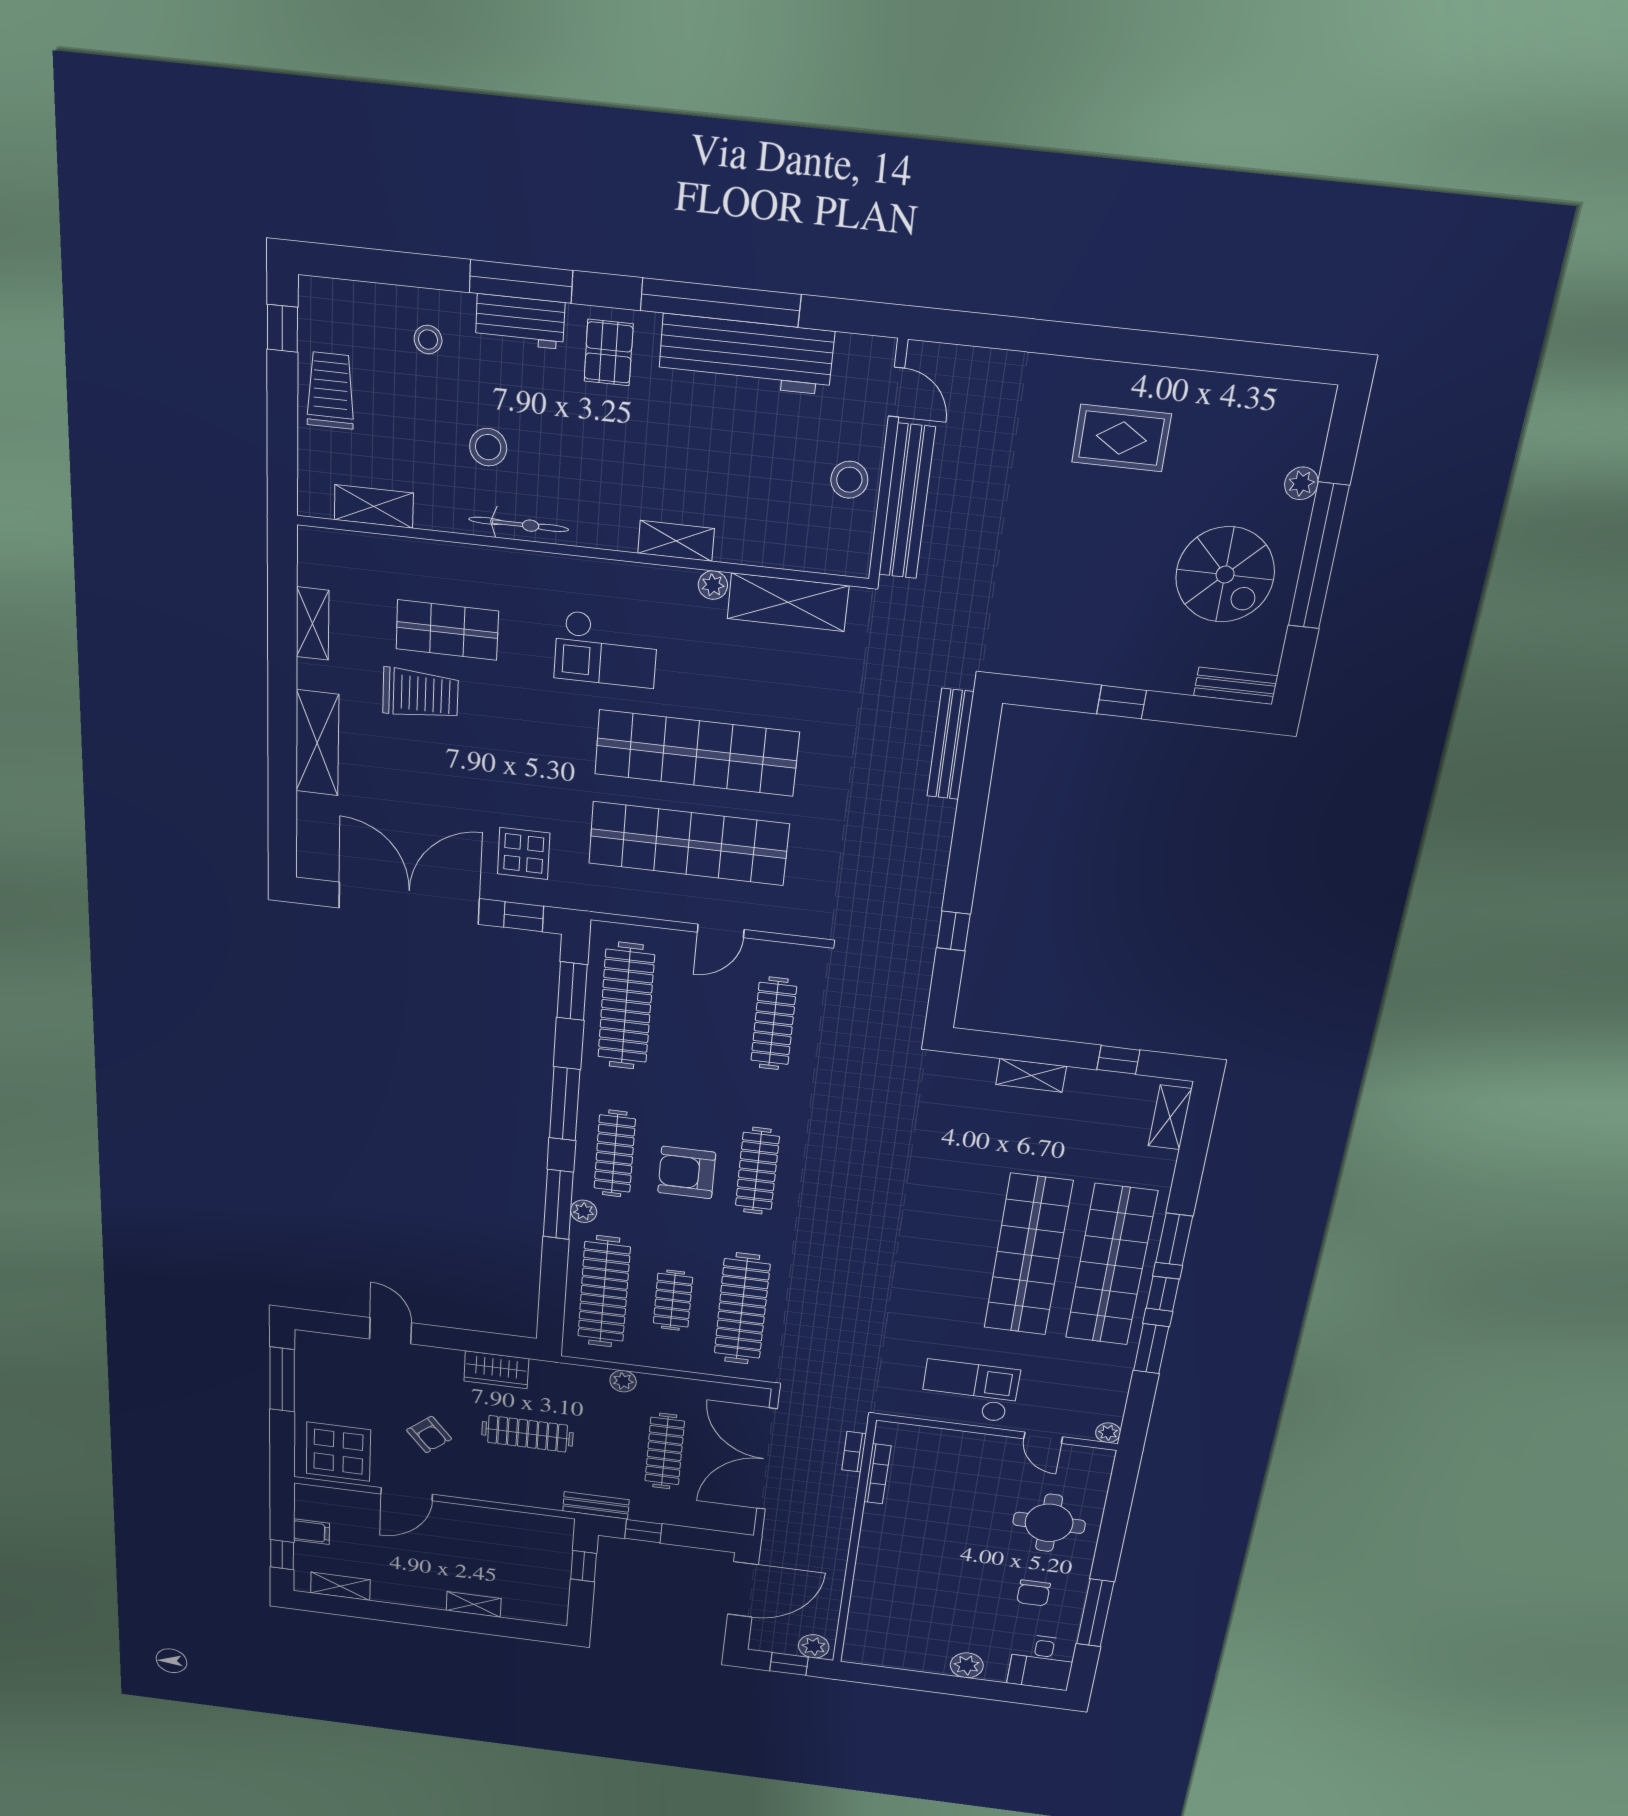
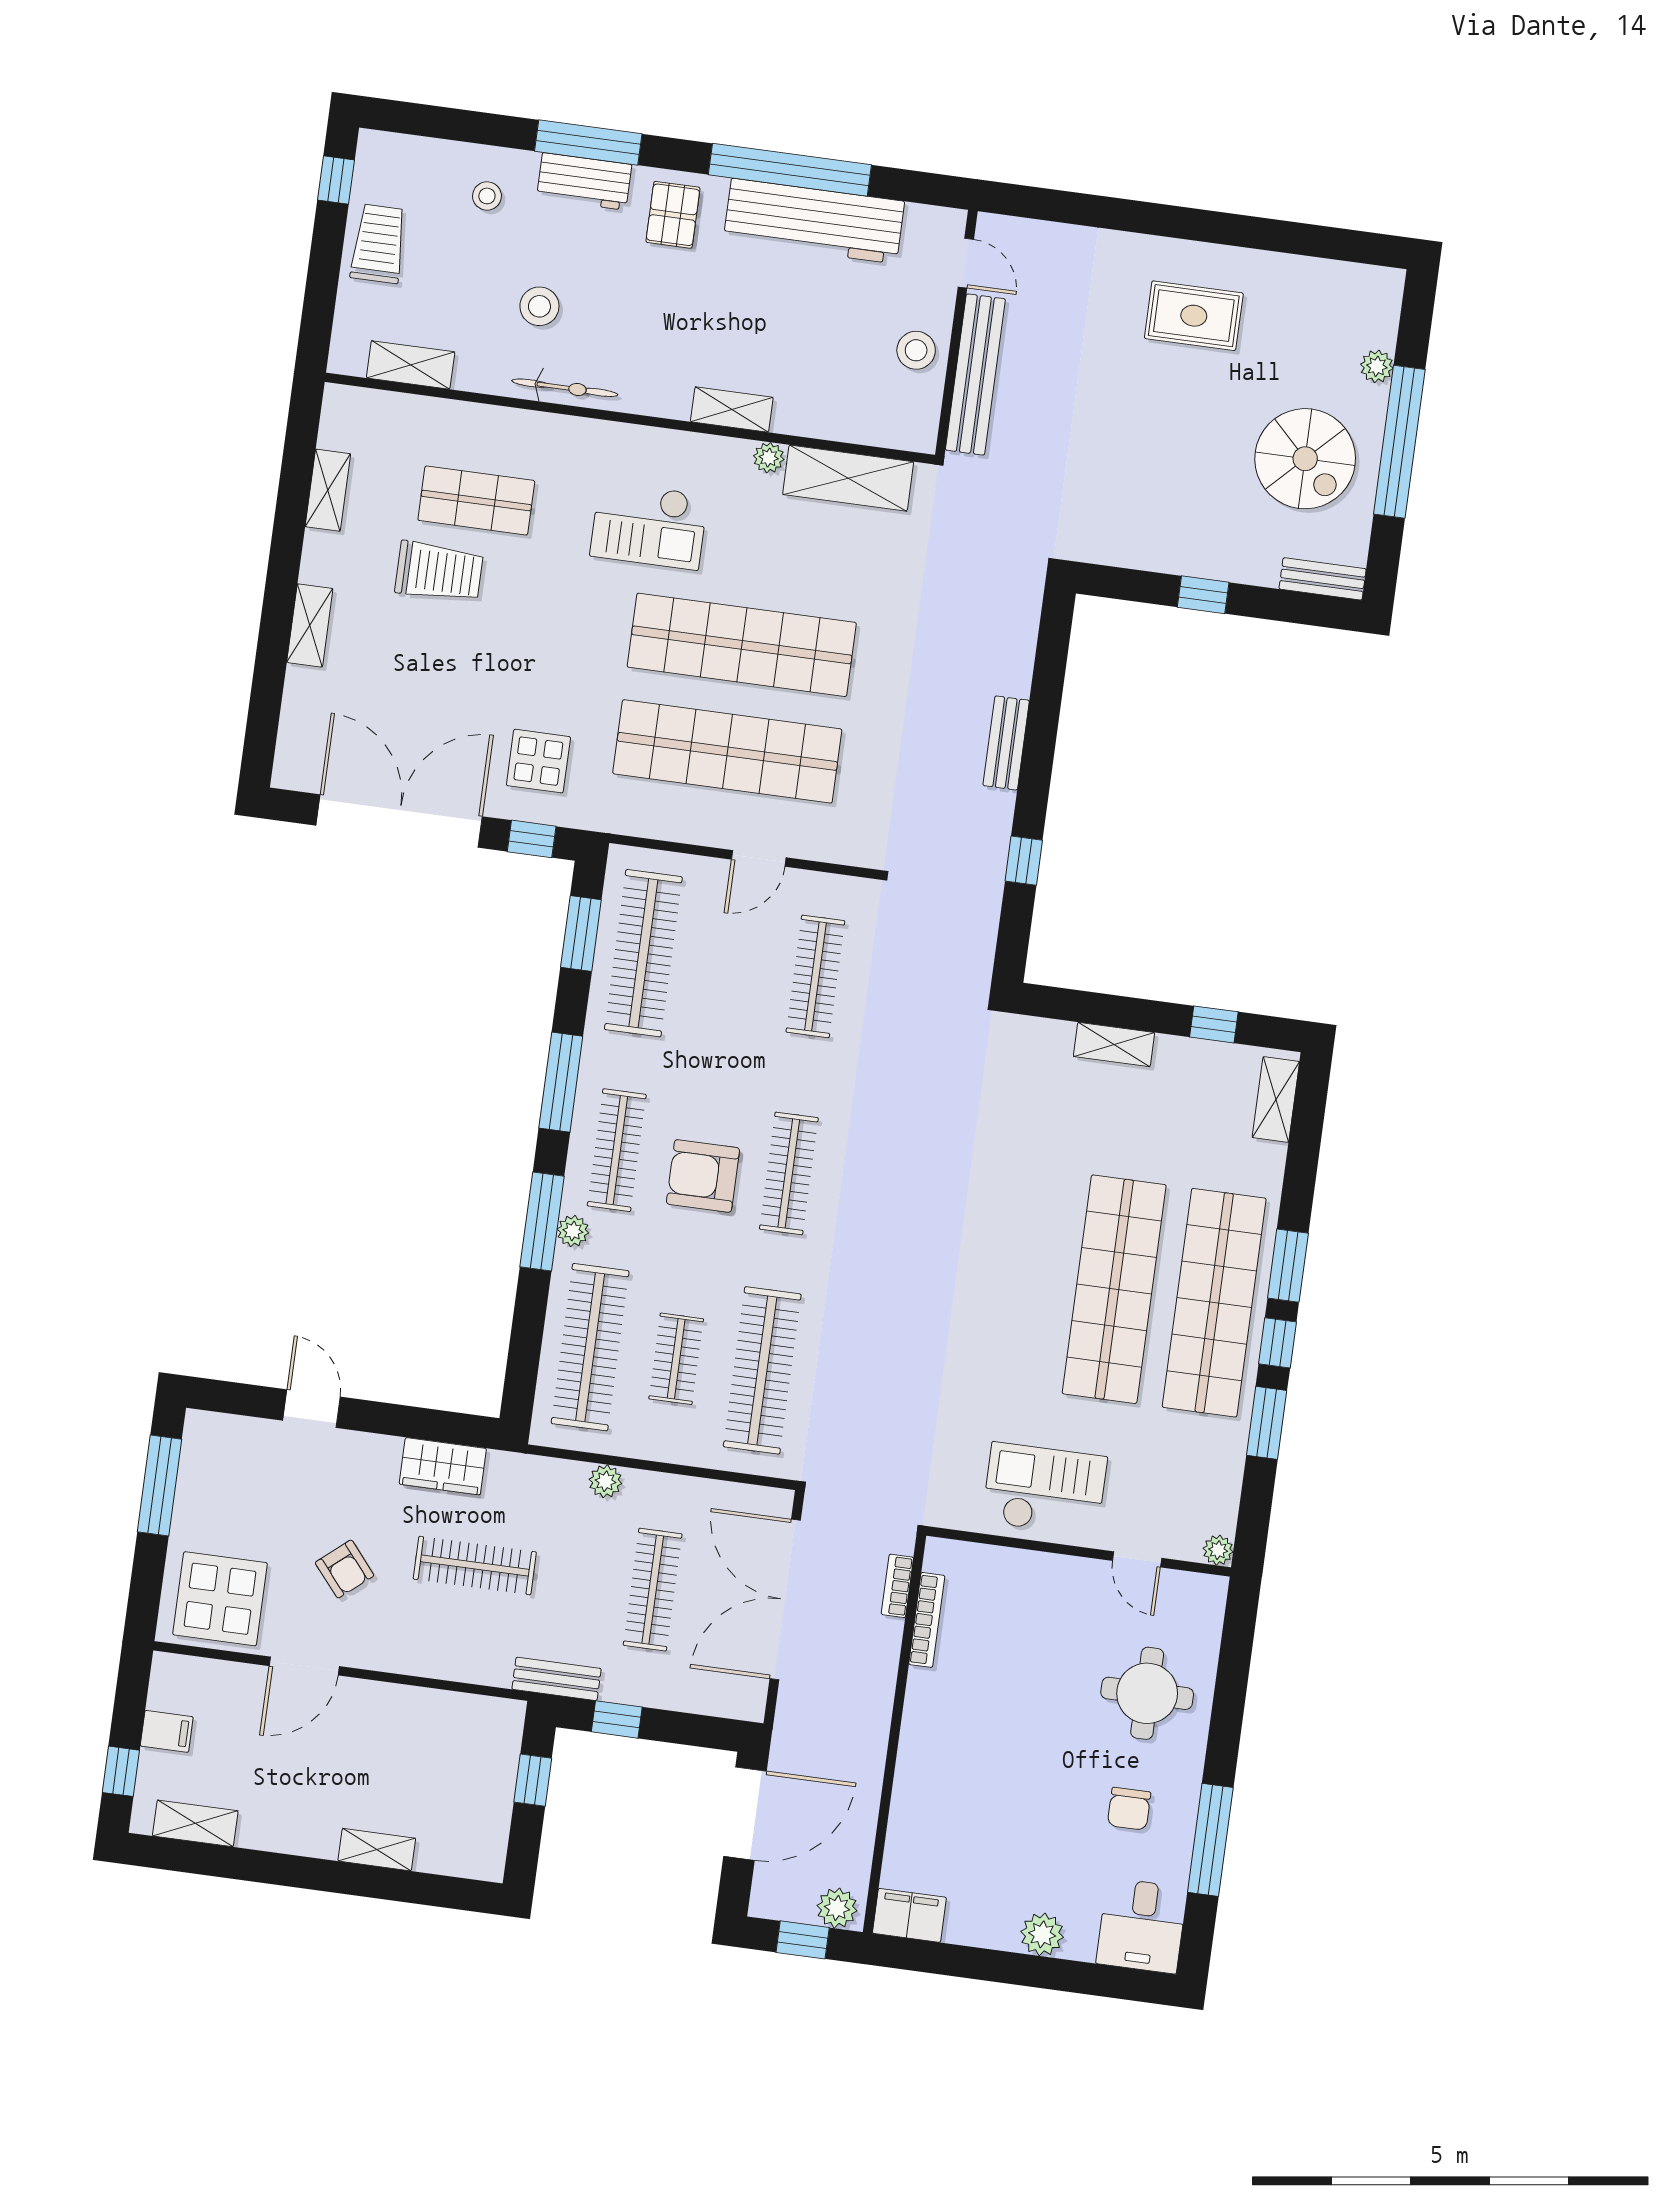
shelving: (317, 743) -> (310, 625), width x0.67, depth x0.75
bench: (950, 744) -> (1006, 743), moved, width x0.73
filing cabinet: (868, 1652) -> (909, 1915), added

